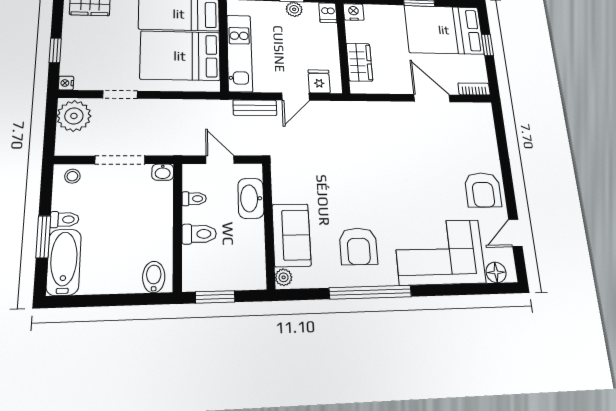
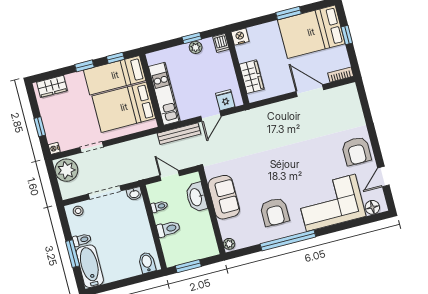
bench: (255, 108) -> (179, 134), width x1.36
sofa: (291, 235) -> (224, 197), moved

